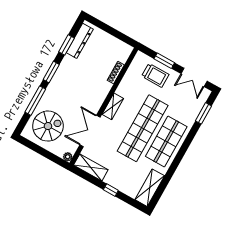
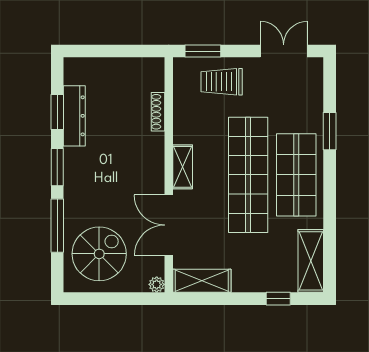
dresser: (80, 41) -> (74, 116), moved
window: (164, 61) -> (203, 51), moved
trolley: (155, 75) -> (222, 82), turned 180
double door: (194, 77) -> (284, 51), swing flipped
window: (203, 113) -> (330, 131), moved
window: (111, 190) -> (278, 299), moved

